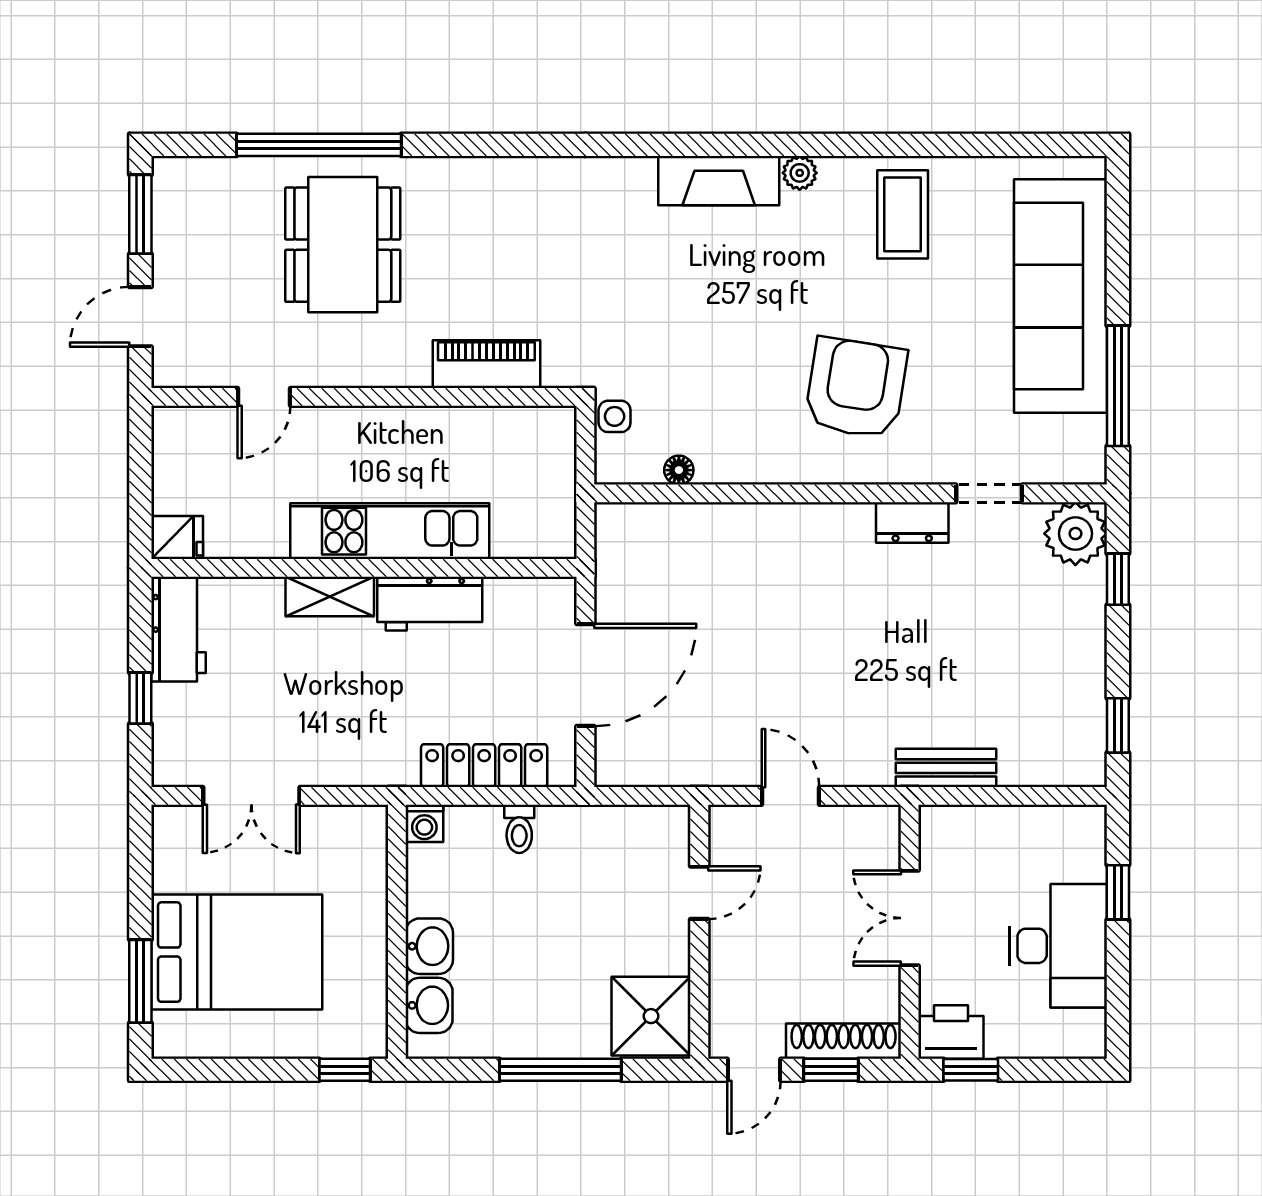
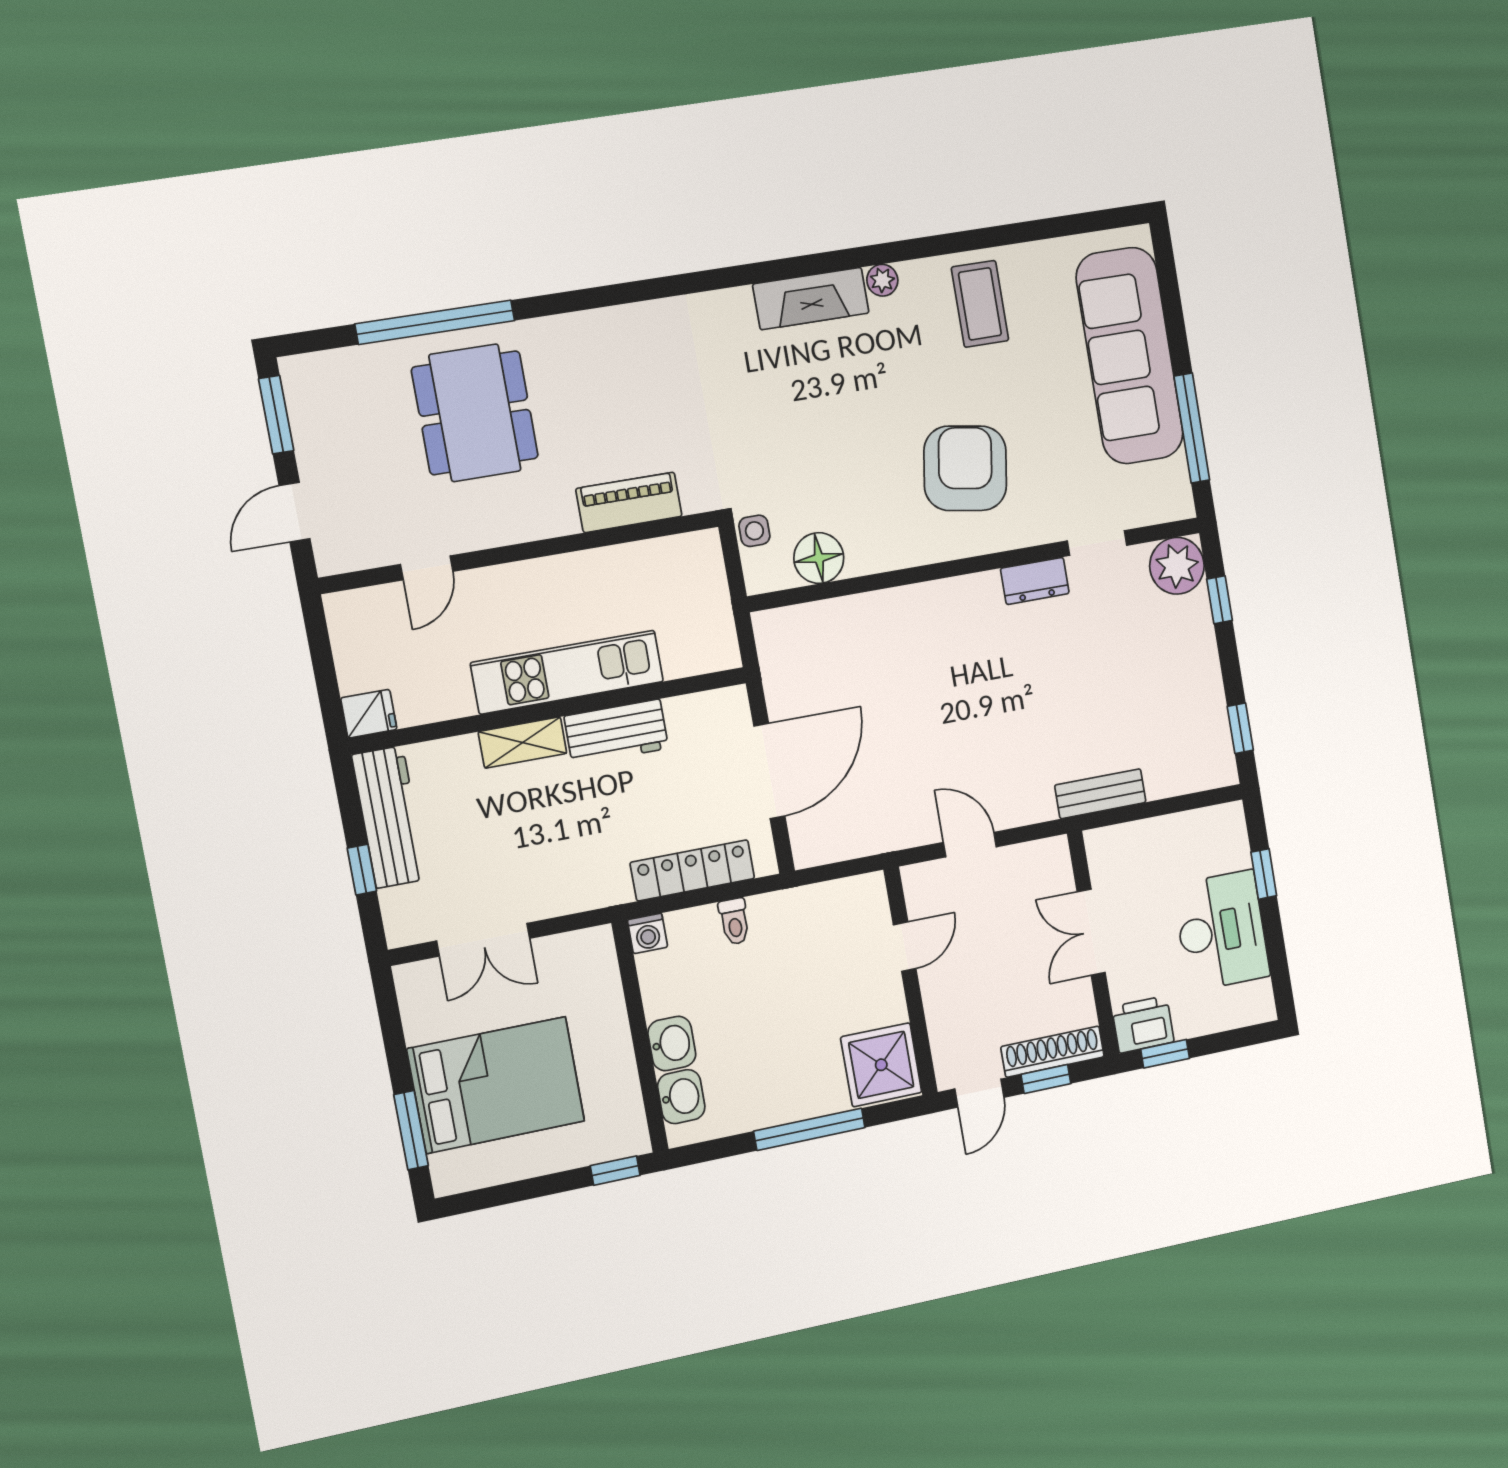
floor lamp: (679, 470) -> (819, 558), width x1.89, depth x1.89
workbench: (178, 629) -> (389, 817), width x1.38

